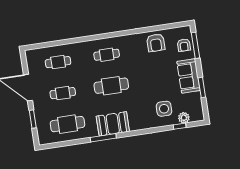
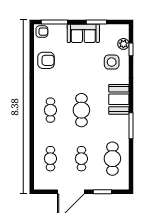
armchair: (184, 45) -> (42, 32), moved
booth: (113, 124) -> (119, 99), moved

